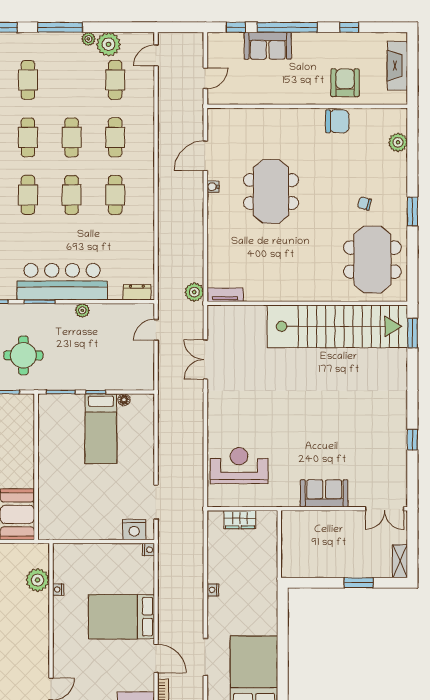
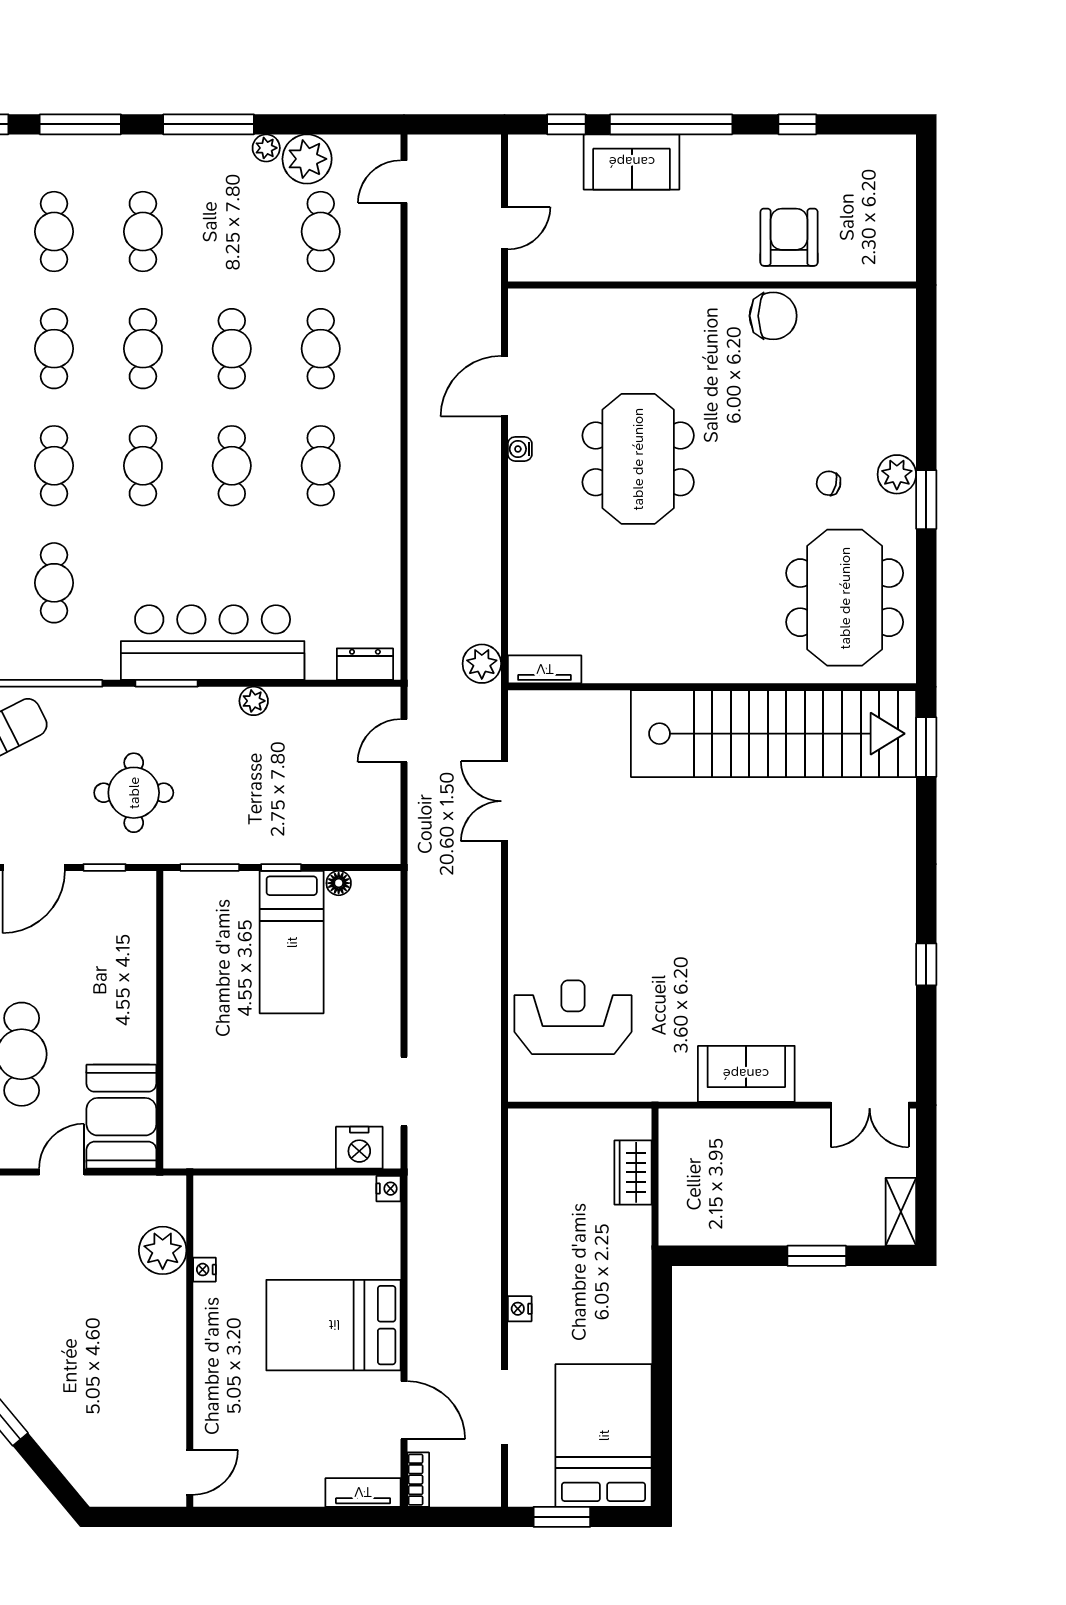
fireplace: (397, 66) -> (896, 202), removed
plant: (398, 142) -> (897, 474), moved
wardrobe: (240, 520) -> (633, 1172), moved, turned 90
nightstand: (213, 590) -> (520, 1309), moved

